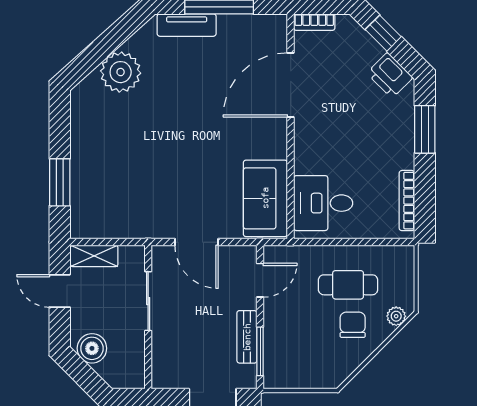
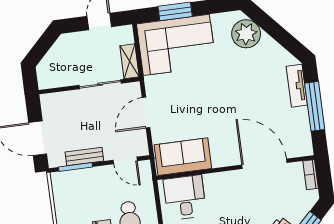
plant: (121, 72) -> (246, 34), moved
corner sofa: (107, 187) -> (176, 45), added
shelving: (94, 256) -> (129, 61), moved
boiler: (92, 348) -> (62, 49), removed

